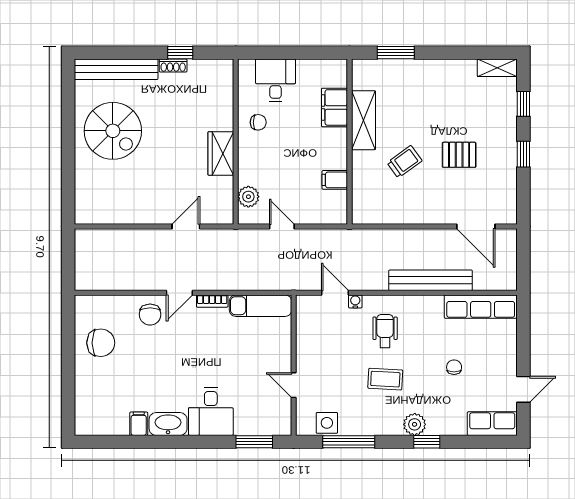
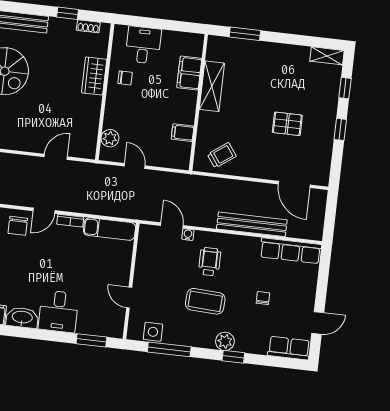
shoe rack: (173, 66) -> (88, 26), moved
wardrobe: (221, 153) -> (94, 76), moved
trolley: (405, 162) -> (222, 155), moved
coffee table: (385, 379) -> (205, 301), width x1.36, depth x1.30

